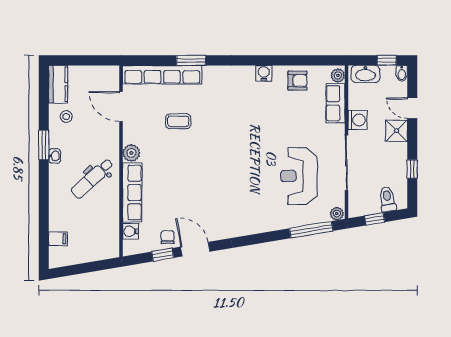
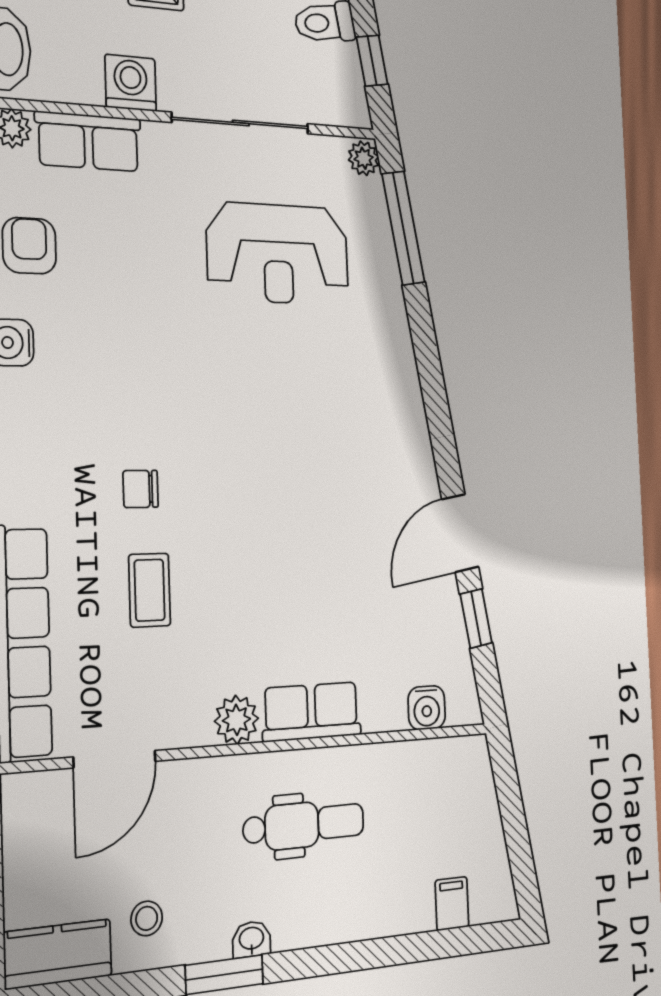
dental chair: (92, 178) -> (304, 825), turned -47
row of seats: (132, 193) -> (311, 712), width x0.68
chair: (168, 237) -> (141, 489), moved

